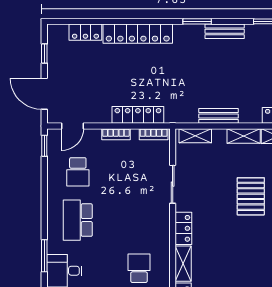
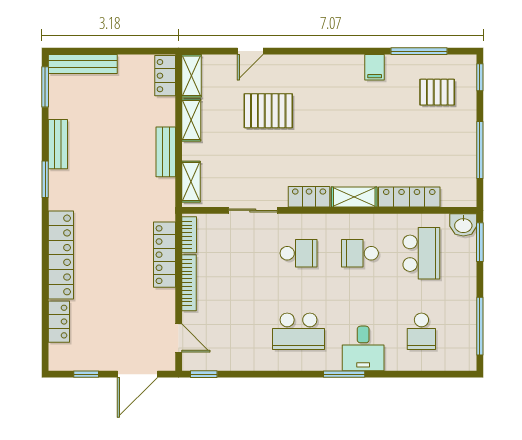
bookcase: (116, 134) -> (189, 283), width x1.56
school desk: (78, 172) -> (298, 253), moved

